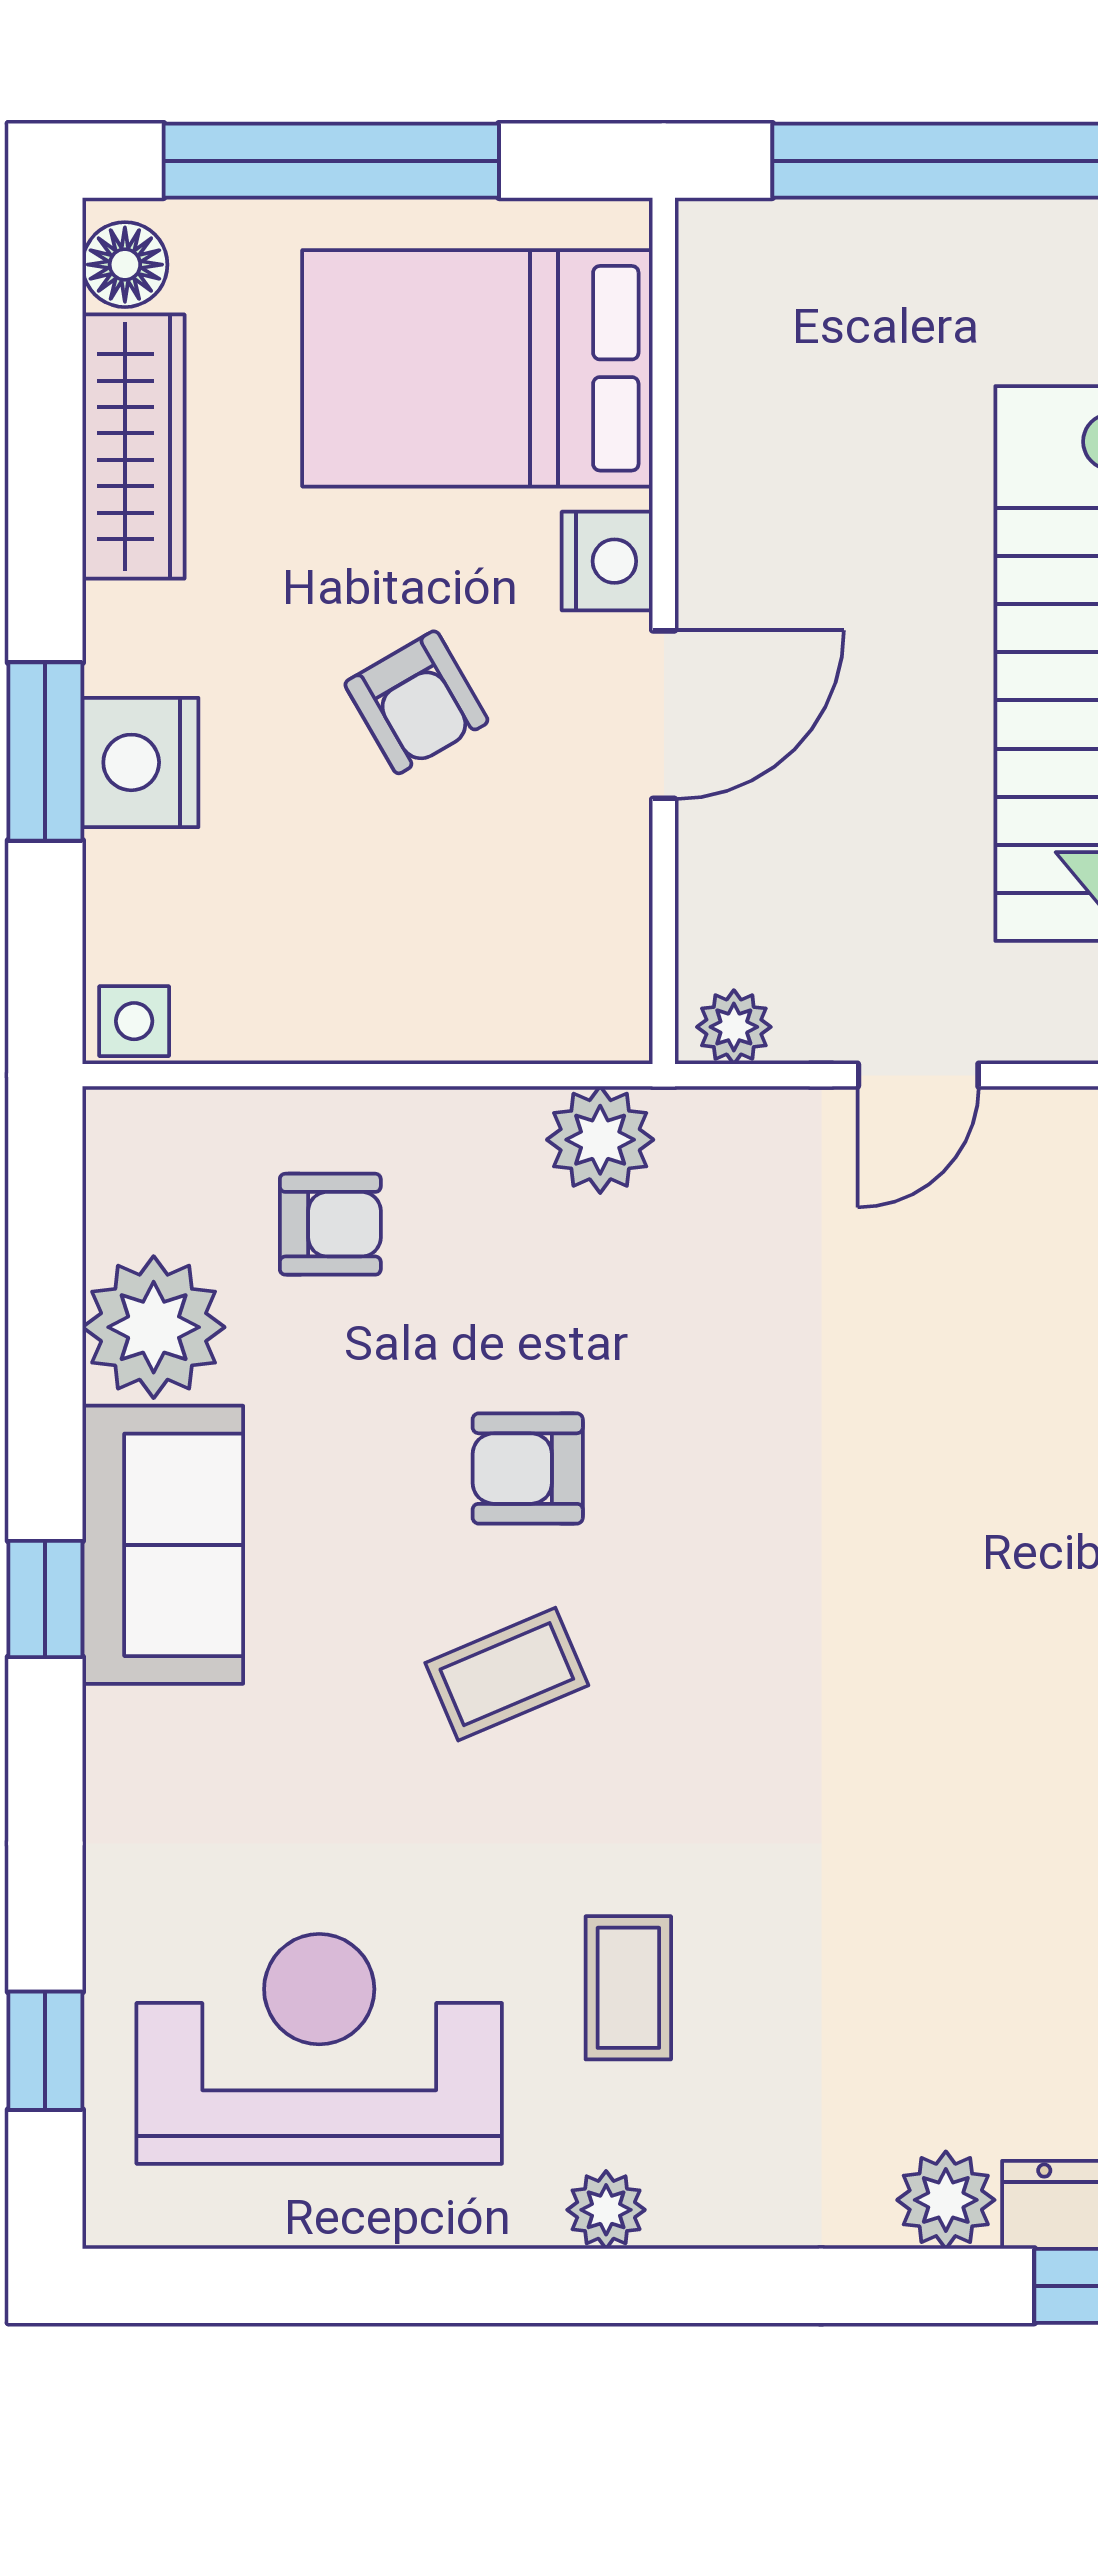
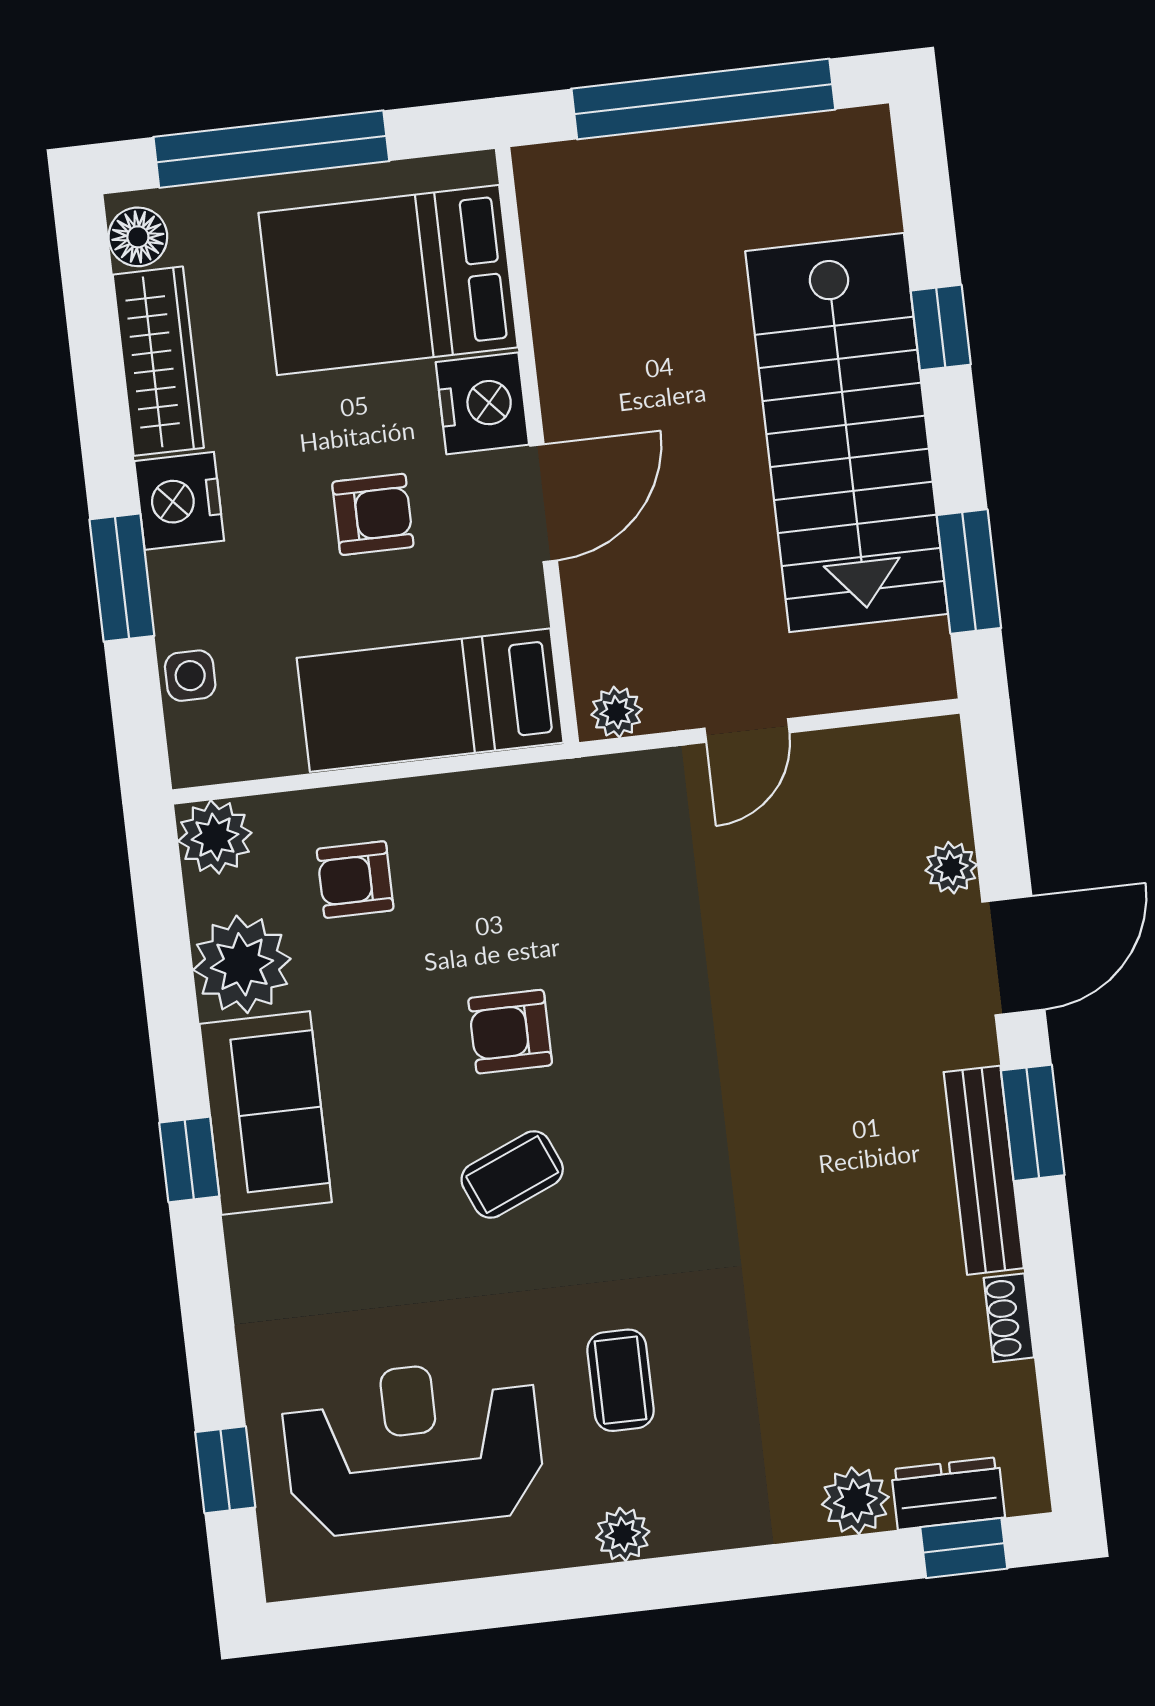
nightstand: (607, 561) -> (482, 403), width x1.36, depth x1.33
armchair: (416, 702) -> (373, 514), turned -60
nightstand: (140, 762) -> (179, 501), moved
bed: (468, 979) -> (430, 700), added
side table: (134, 1021) -> (190, 676), moved
plant: (600, 1140) -> (215, 837), moved
armchair: (330, 1224) -> (355, 880), turned 180

